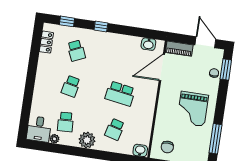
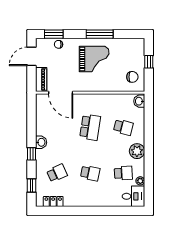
washbasin: (148, 44) -> (41, 142), moved
window: (215, 139) -> (100, 34), moved

